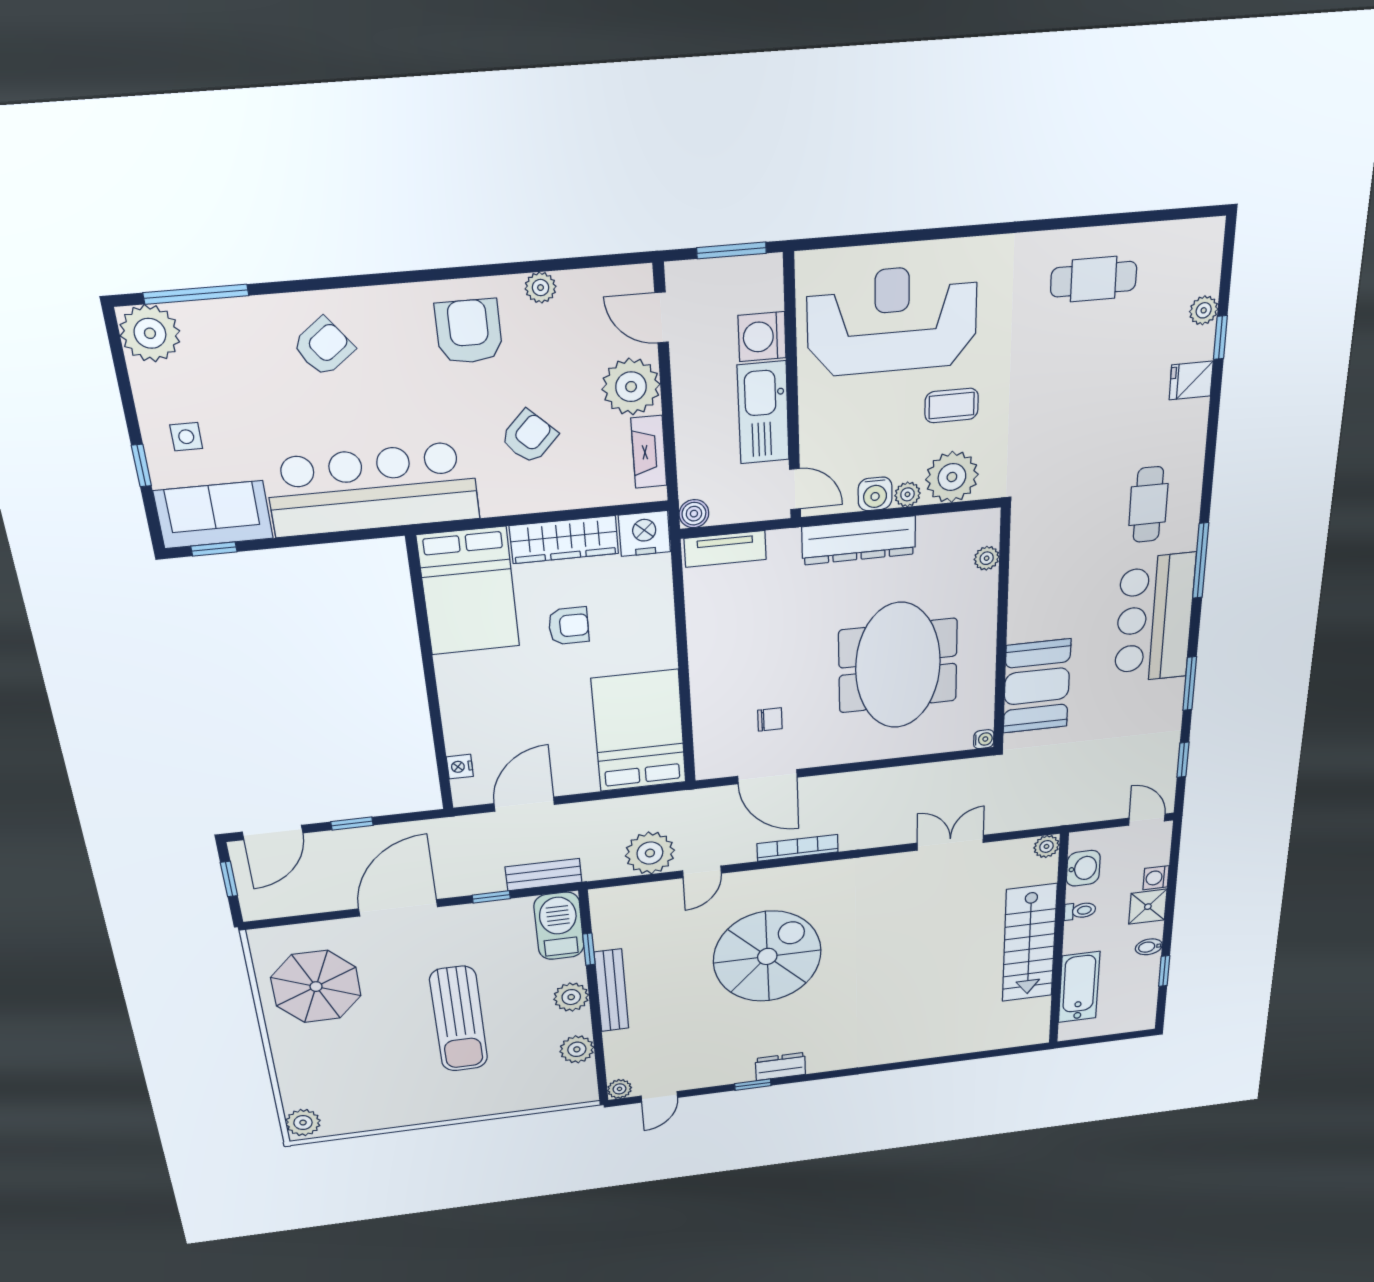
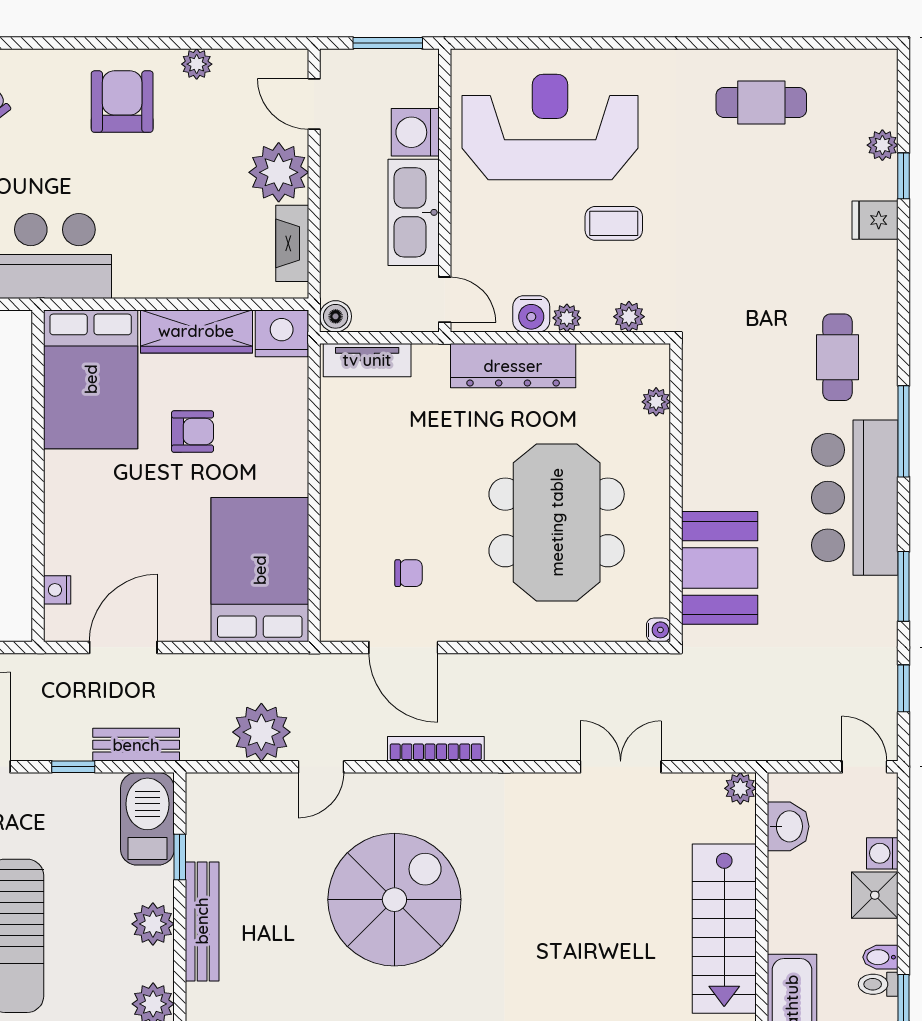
armchair: (529, 437) -> (171, 215), removed
plant: (952, 477) -> (629, 317), width x0.53, depth x0.53
toilet: (1080, 911) -> (878, 984), moved, turned 180

